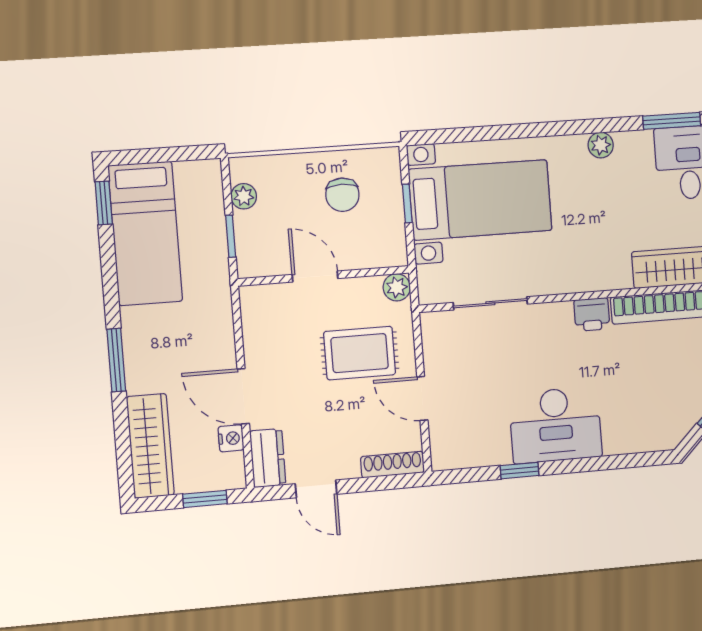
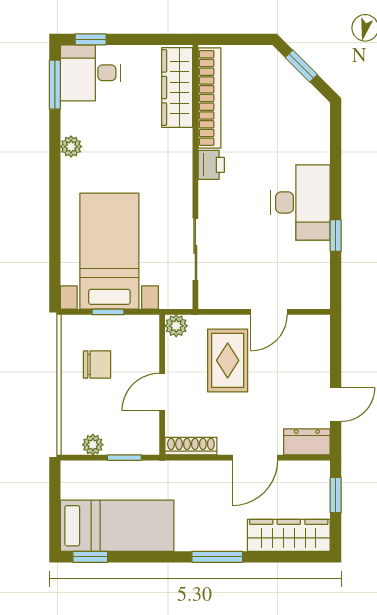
nightstand: (231, 438) -> (288, 470), removed
shoe rack: (393, 465) -> (191, 446), moved, turned 90

